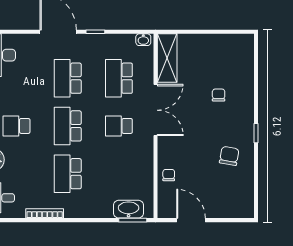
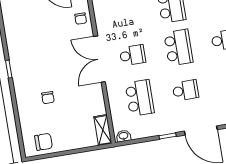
shelving: (167, 58) -> (103, 130), width x0.67, depth x0.75
school desk: (68, 78) -> (185, 90), width x0.54
double door: (156, 110) -> (99, 59), moved
chair: (229, 156) -> (44, 142), moved, turned -100

